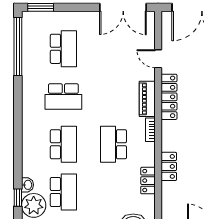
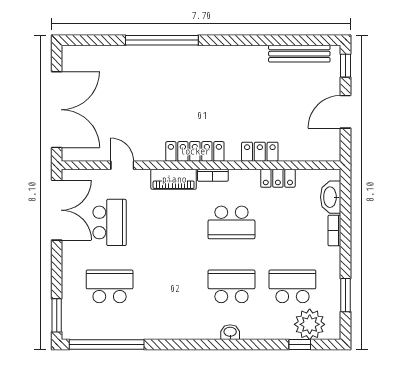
door: (158, 59) -> (122, 165), swing flipped
school desk: (63, 97) -> (110, 222), moved
locker: (169, 97) -> (195, 151), moved
washbasin: (28, 185) -> (230, 332), moved

